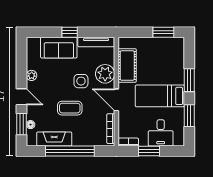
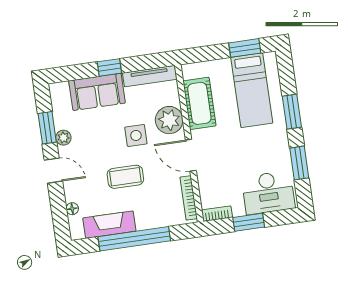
bed: (160, 96) -> (252, 90), moved, turned -90
window: (21, 124) -> (47, 128), moved
desk: (161, 133) -> (268, 193), width x1.37

